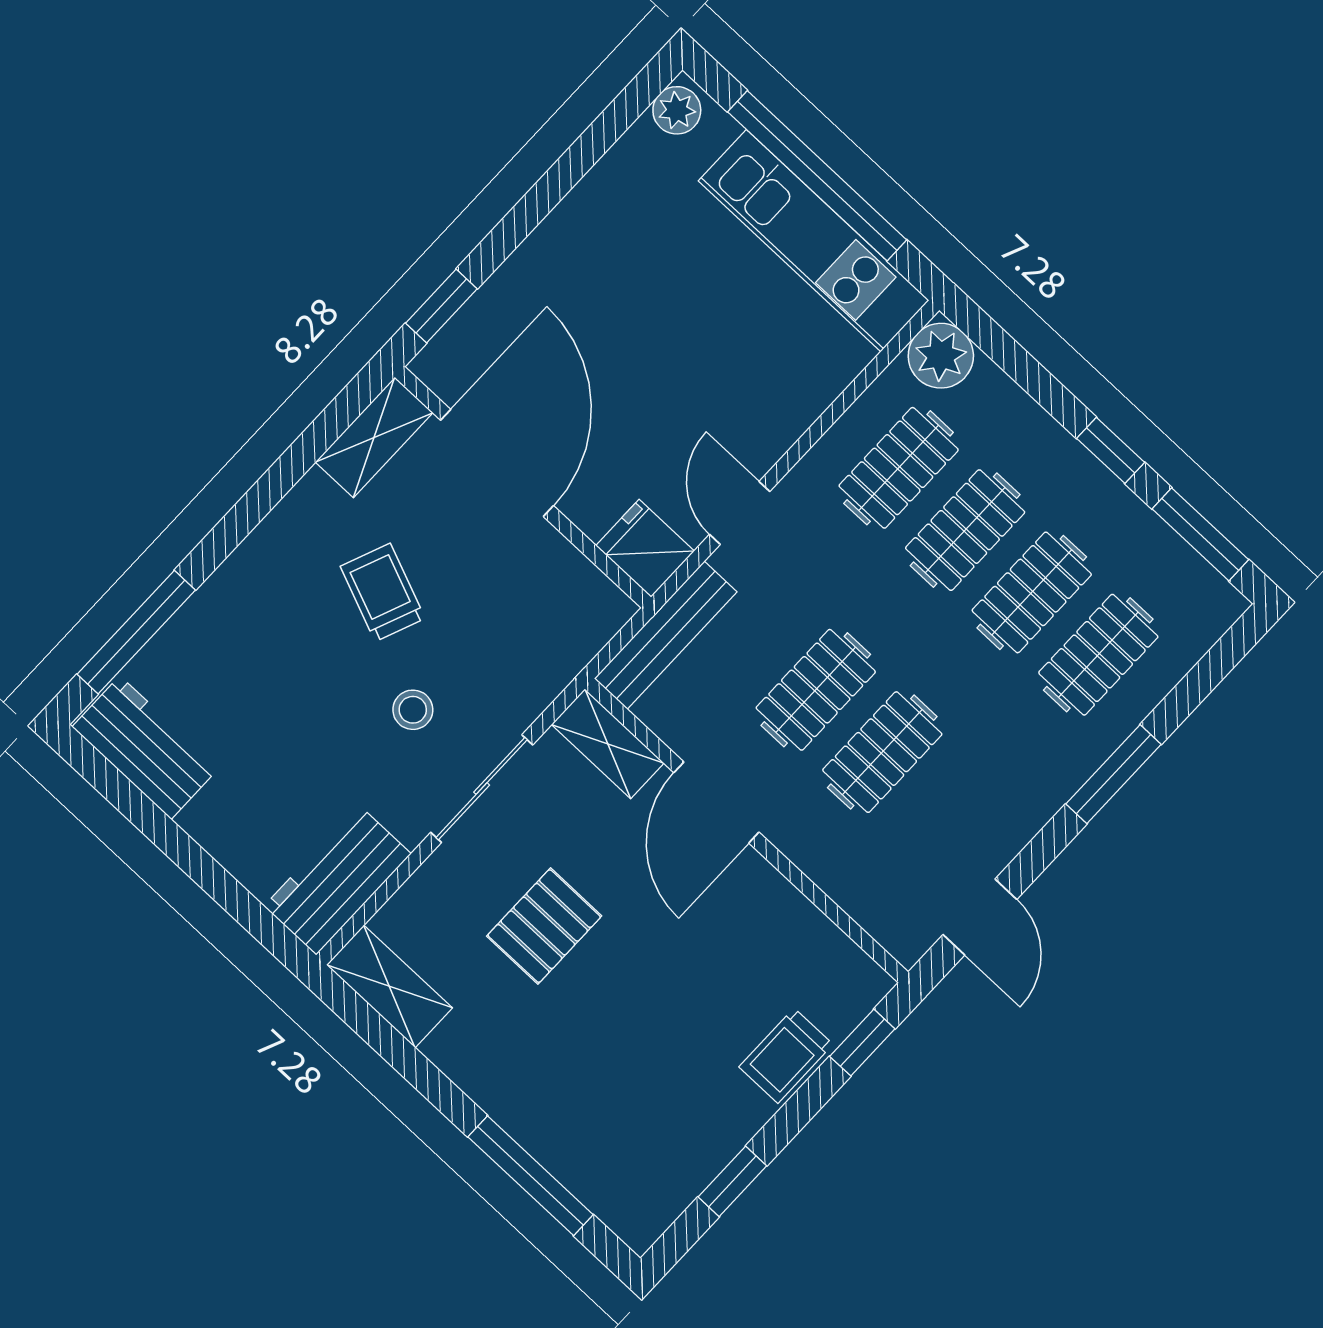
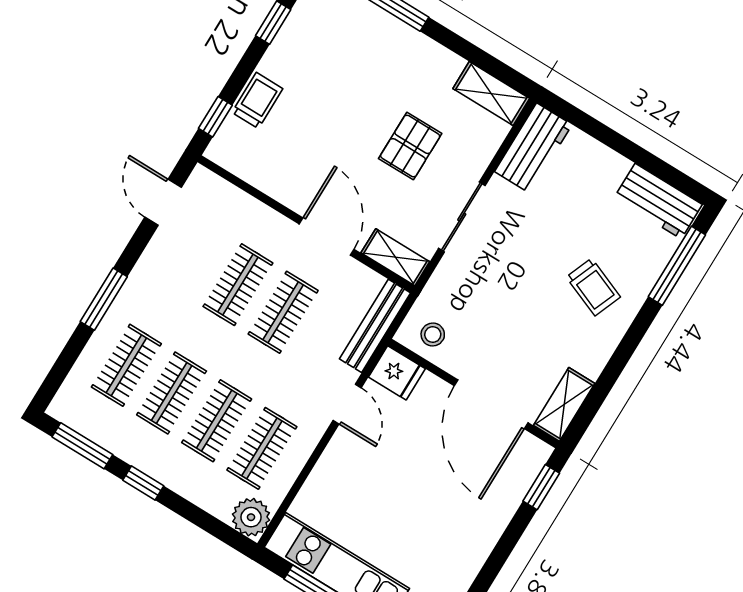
trolley: (383, 592) -> (593, 287), moved
stool: (413, 710) -> (433, 334), moved

